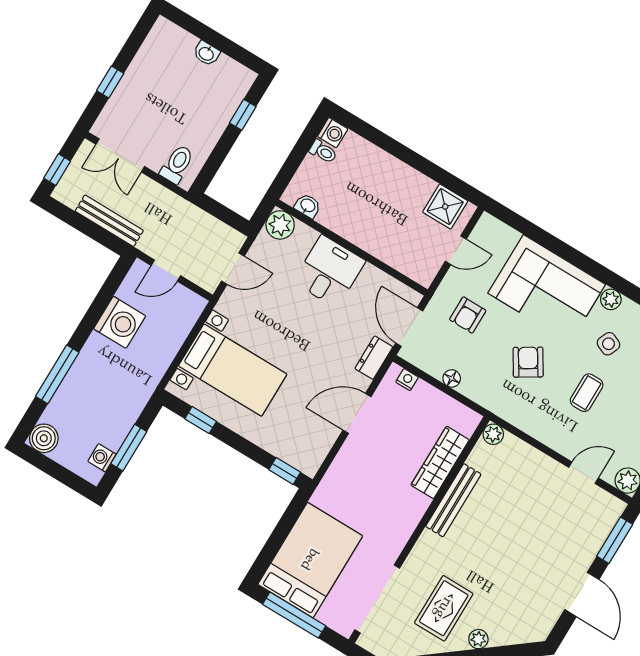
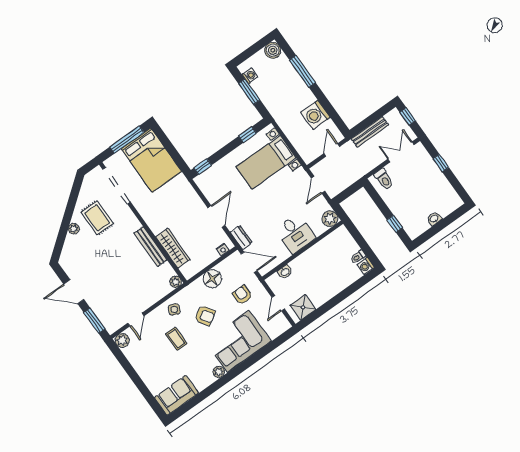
washbasin: (308, 206) -> (285, 272), moved
side table: (608, 344) -> (174, 309), moved
floor lamp: (452, 378) -> (212, 279), width x1.89, depth x1.89

